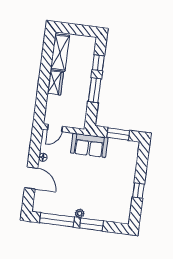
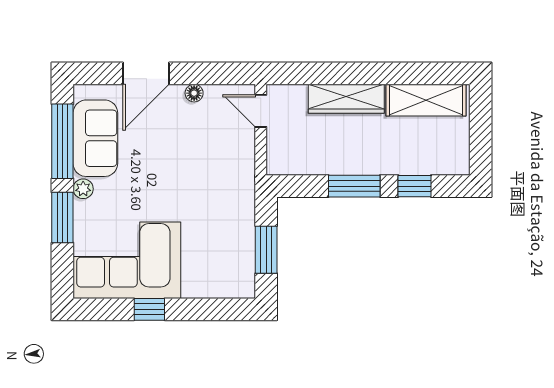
wardrobe: (55, 83) -> (346, 99), width x1.50
sofa: (89, 145) -> (95, 138), moved, turned 180
corner sofa: (115, 198) -> (127, 260), added

